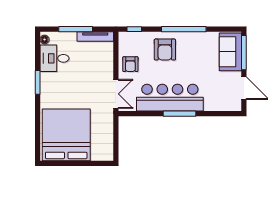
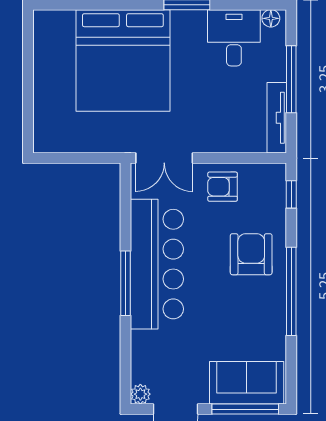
armchair: (165, 50) -> (251, 254), turned 90
plant: (236, 106) -> (140, 394), added
bed: (66, 135) -> (123, 60), moved, turned 90

